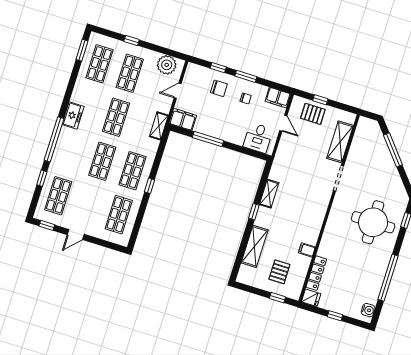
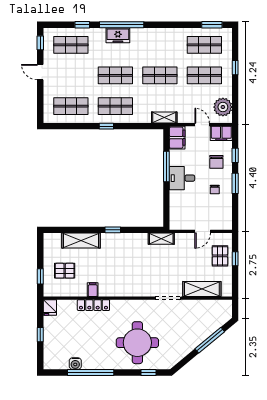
filing cabinet: (278, 98) -> (221, 133), moved, turned -90
freezer: (73, 116) -> (118, 35), moved
desk: (258, 138) -> (182, 178), moved
shelving: (269, 194) -> (161, 239), moved
locker: (316, 273) -> (93, 305), moved
water cooler: (368, 310) -> (75, 364), moved

